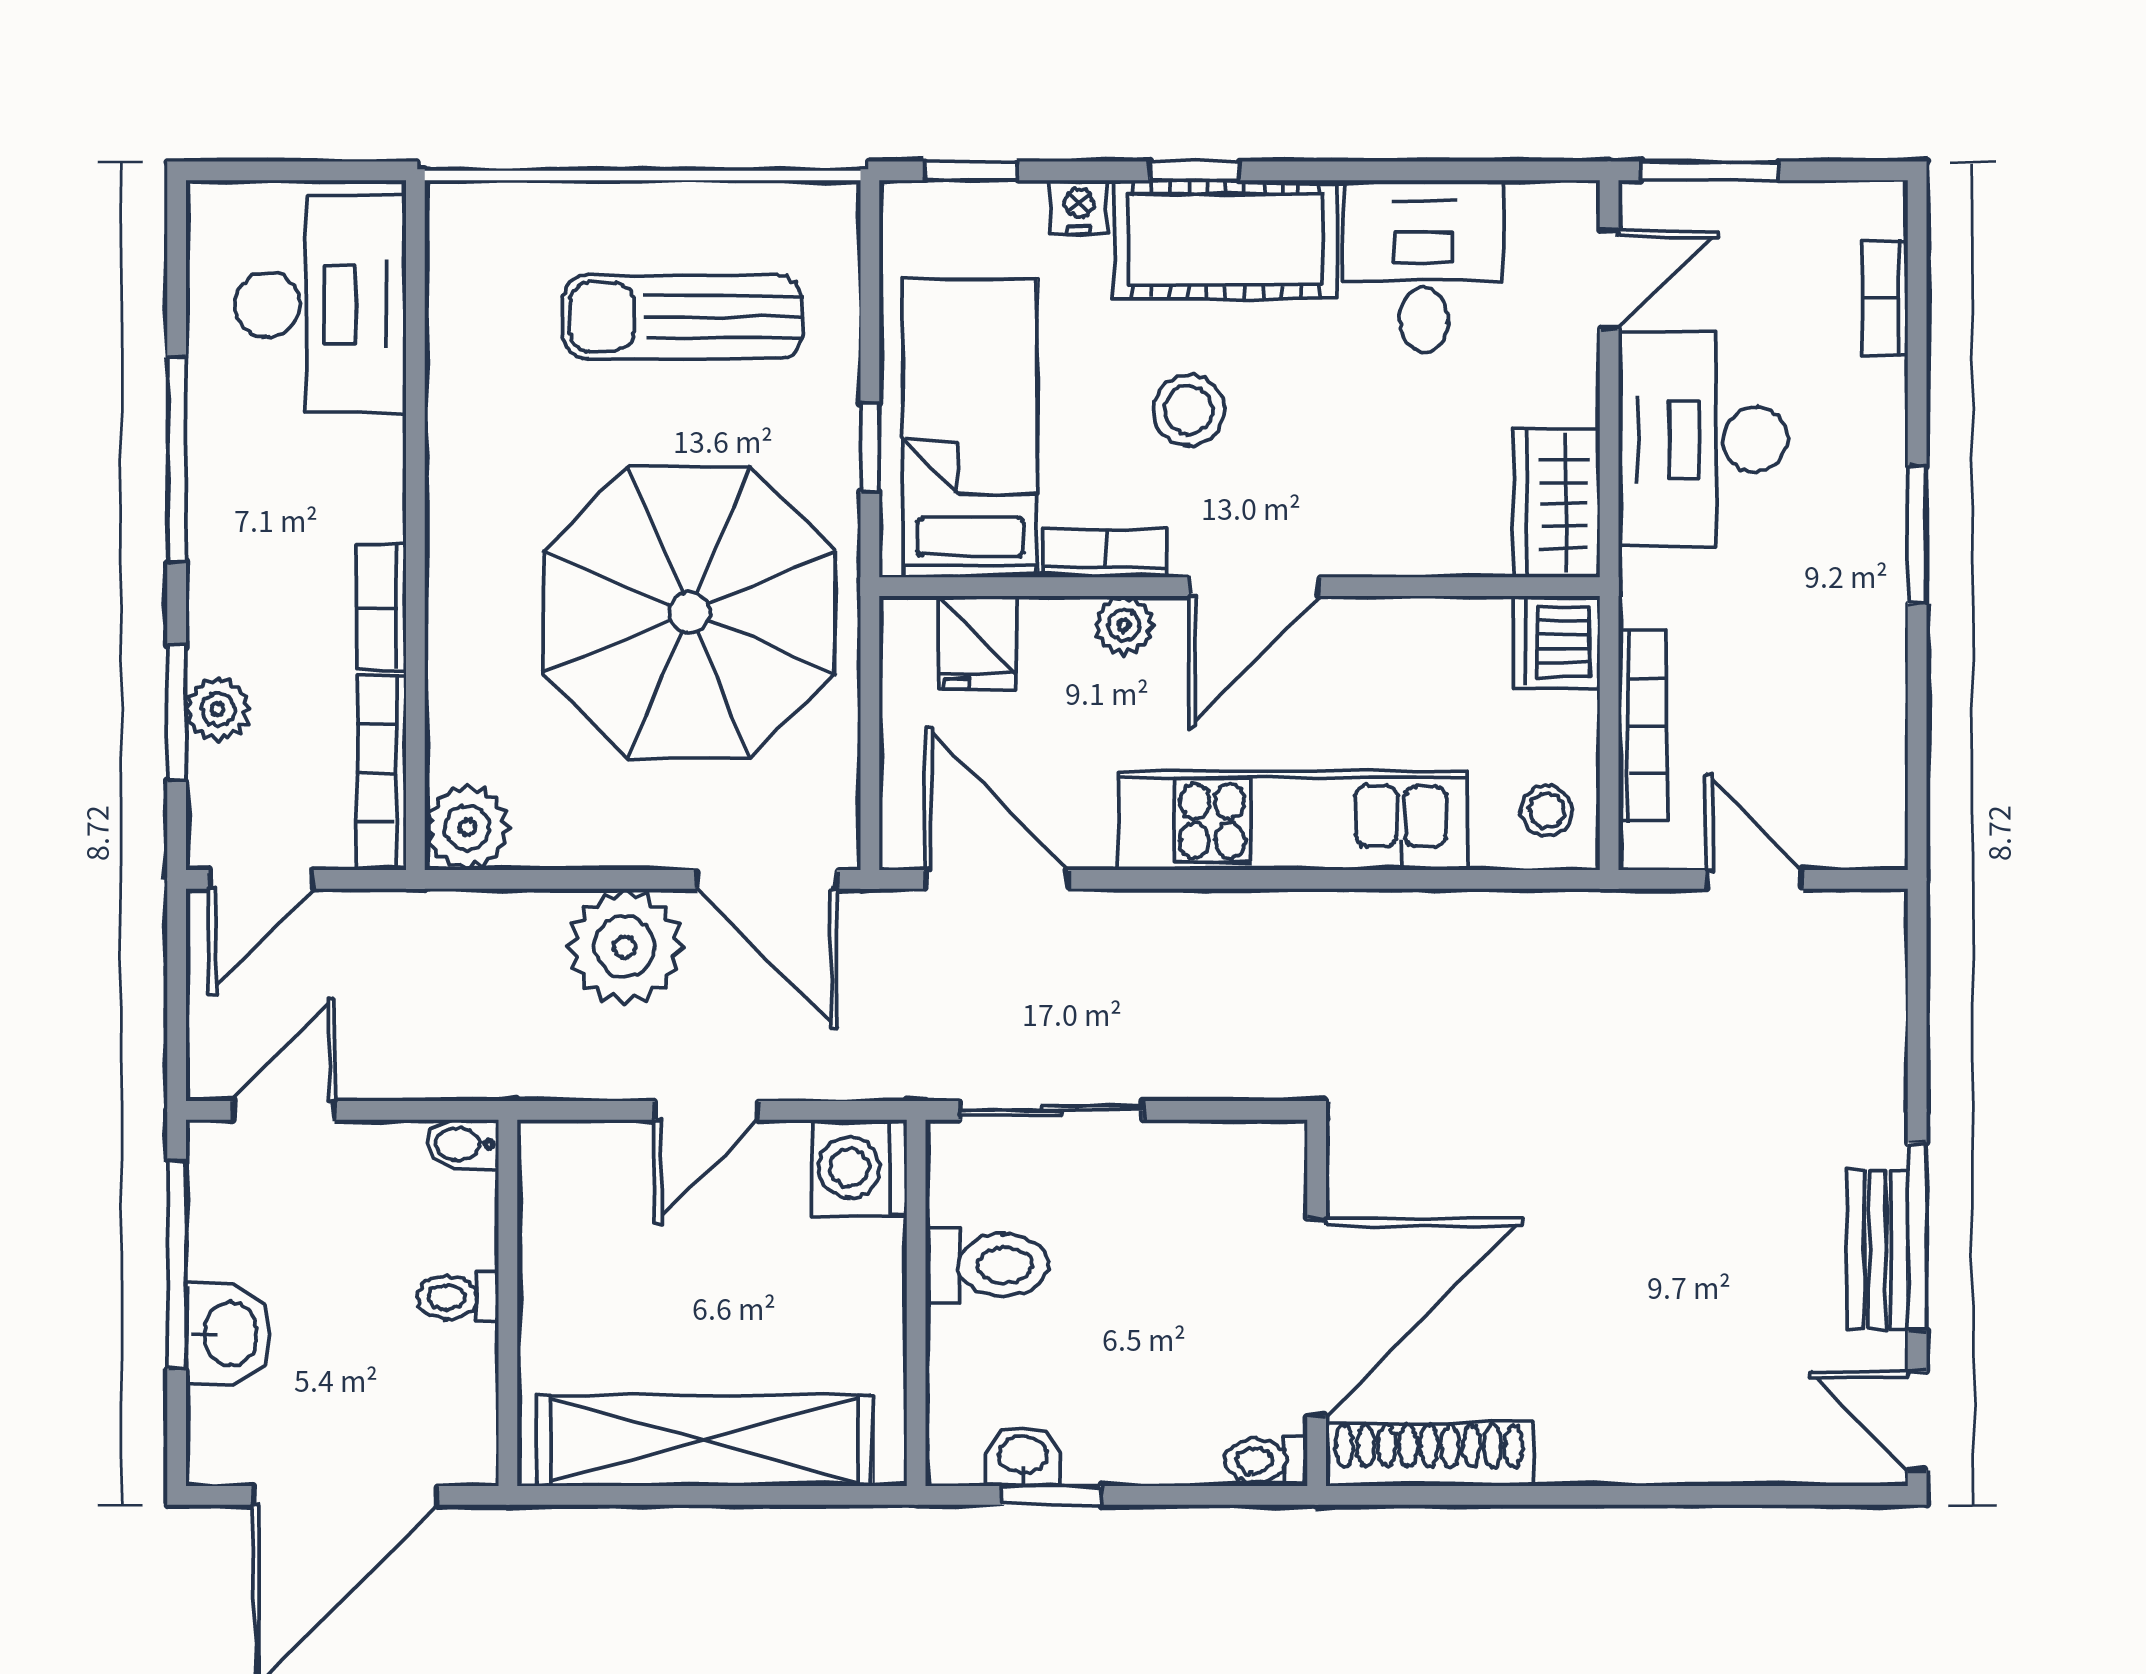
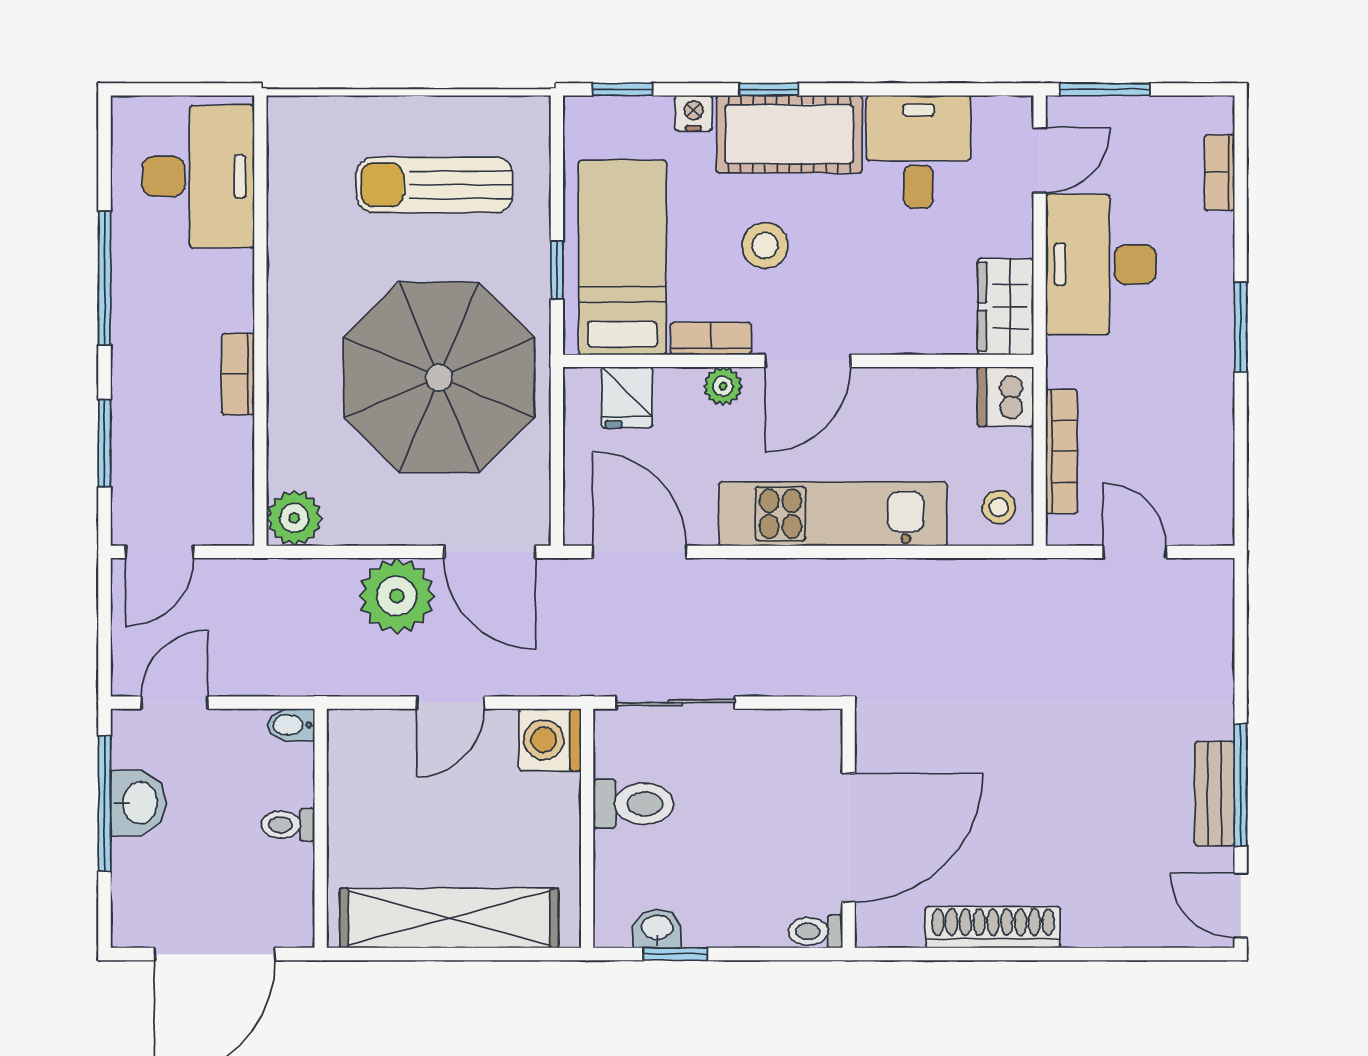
plant: (218, 709) -> (131, 441), removed
bookcase: (381, 773) -> (238, 482), removed
washbasin: (229, 1334) -> (138, 803), moved
shoe rack: (1429, 1454) -> (993, 927), moved

